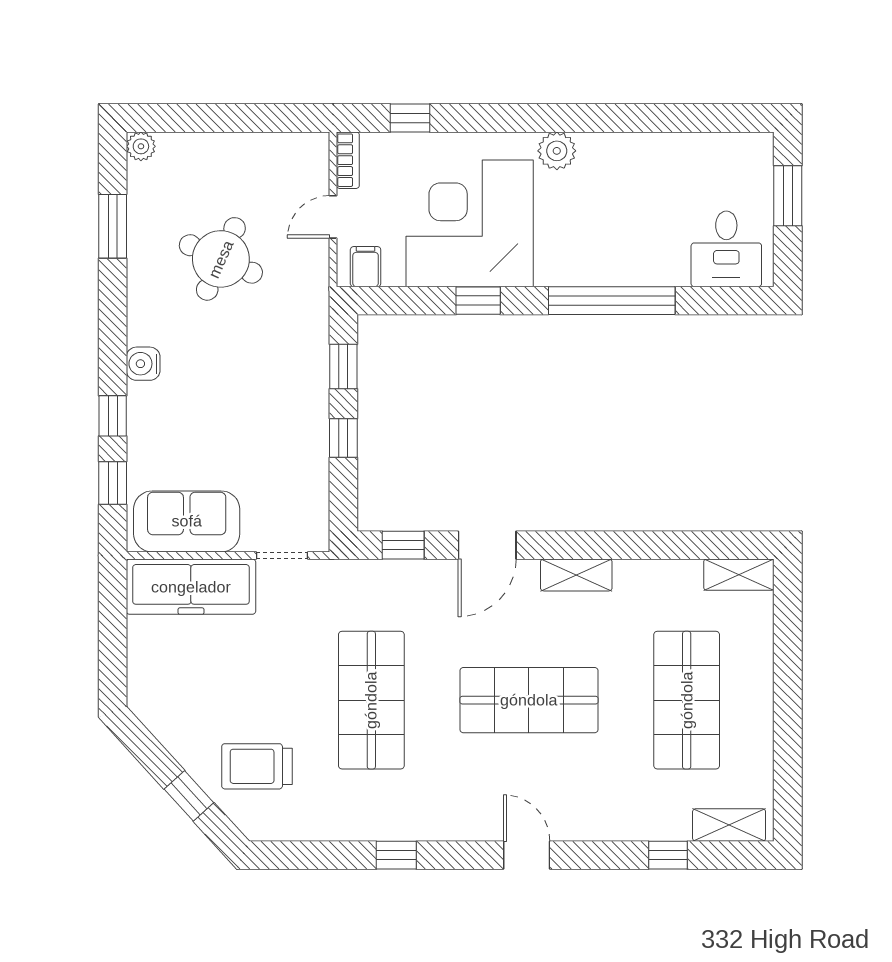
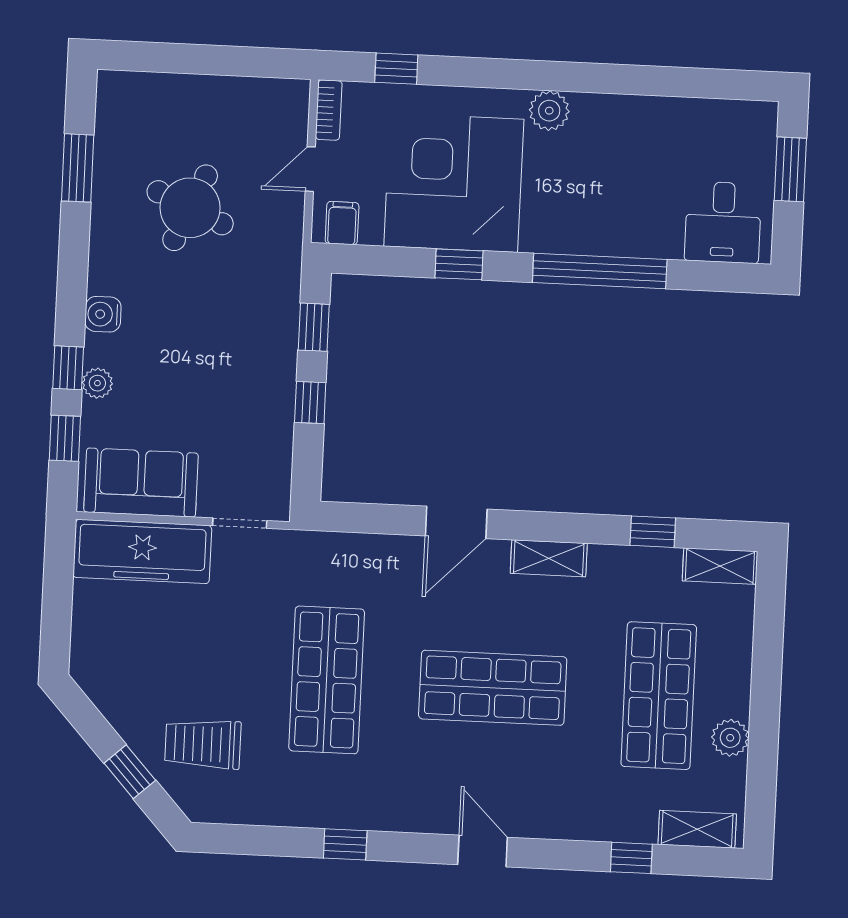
plant: (141, 146) -> (97, 383), moved
window: (403, 545) -> (653, 532), moved
plant: (756, 737) -> (730, 738), added

